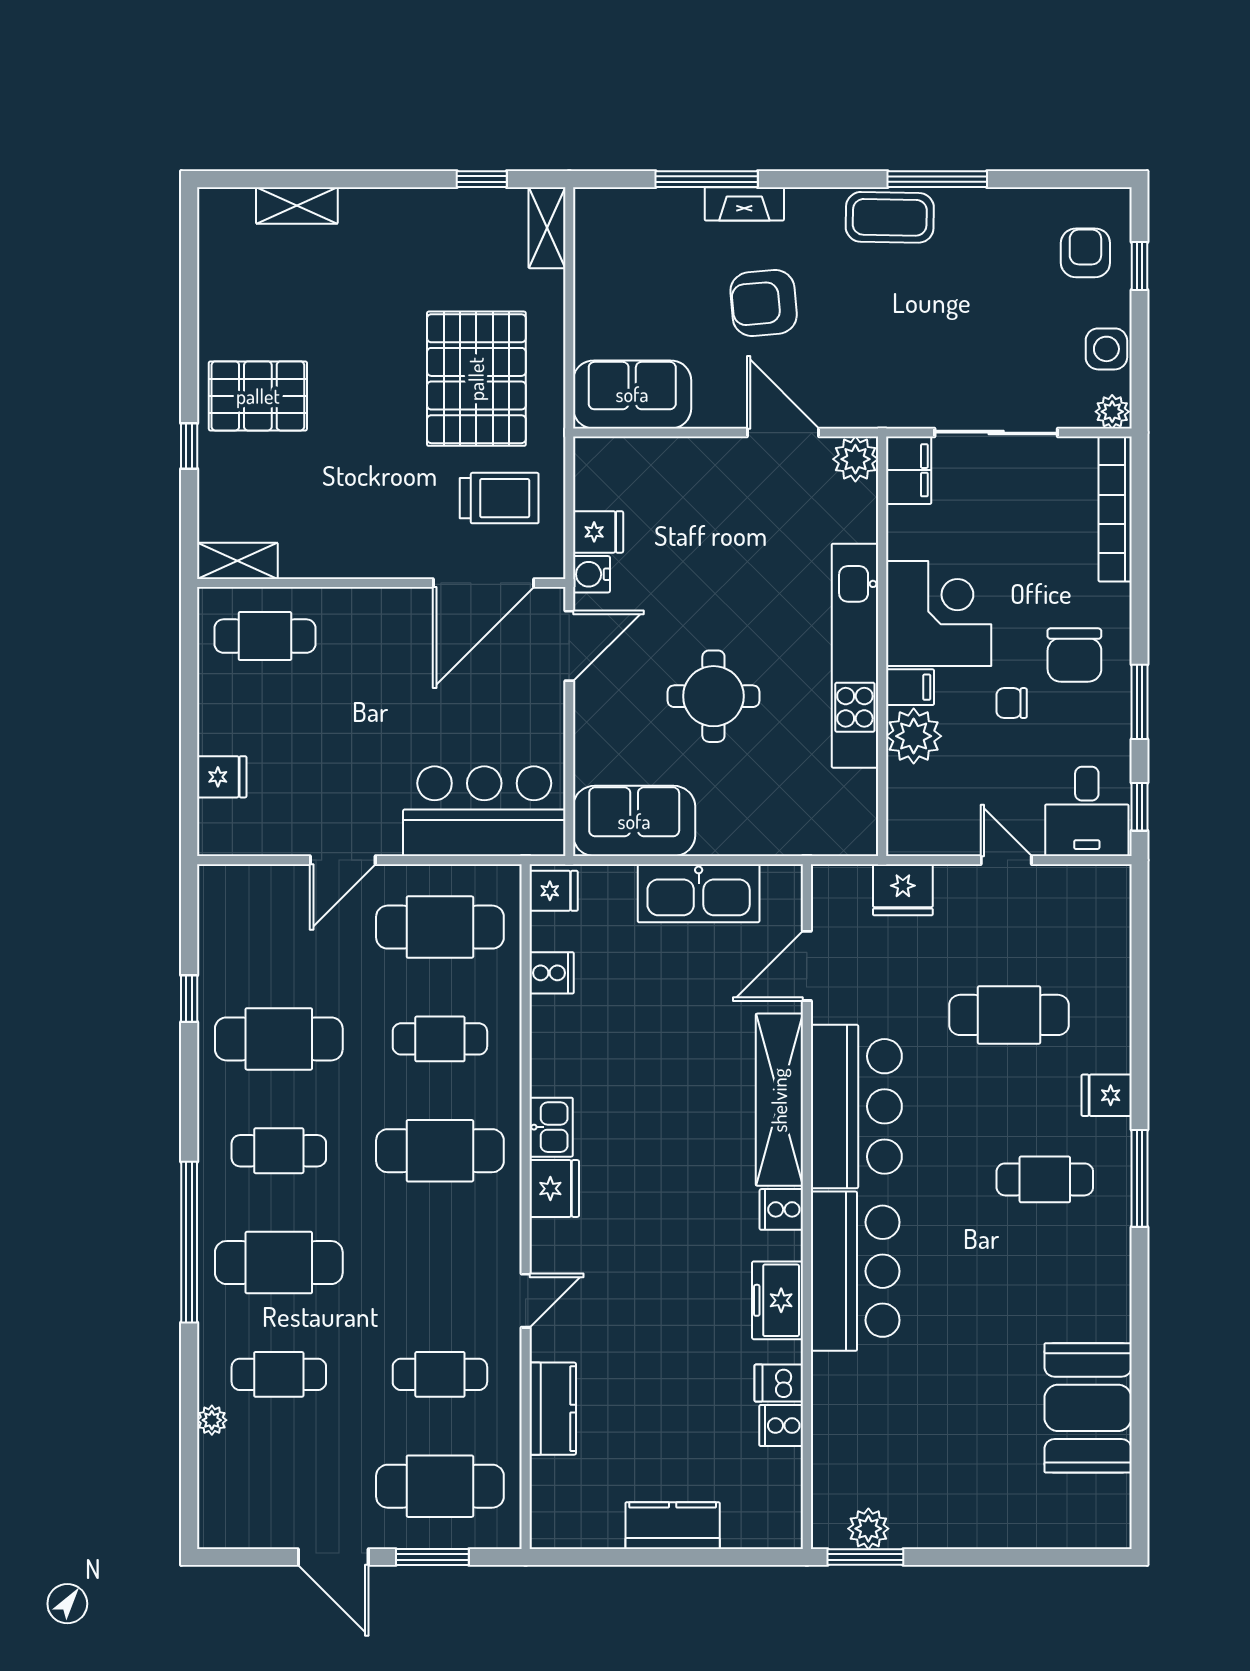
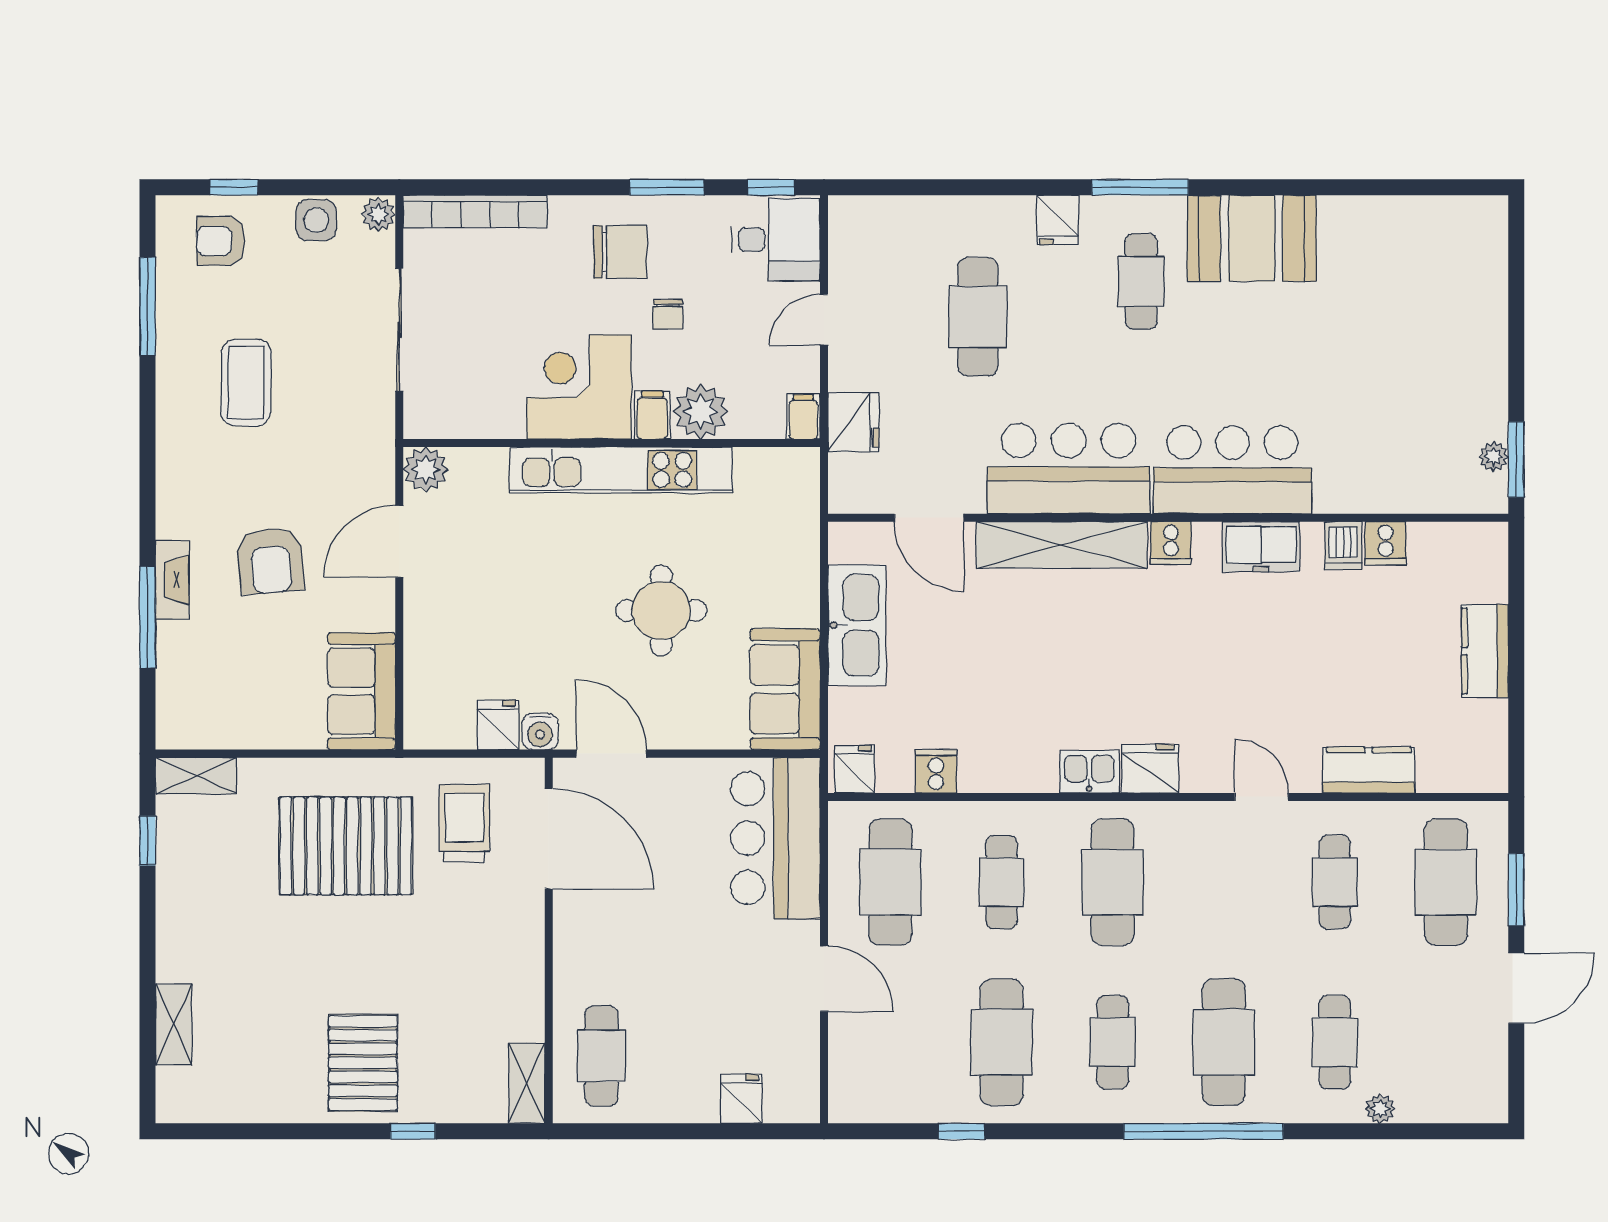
window: (937, 179) -> (148, 306), moved
coffee table: (890, 217) -> (246, 383), moved
filing cabinet: (909, 470) -> (803, 417), moved, width x0.50
booth: (1088, 1408) -> (1252, 238), moved
plant: (868, 1529) -> (1494, 457), width x0.73, depth x0.73

